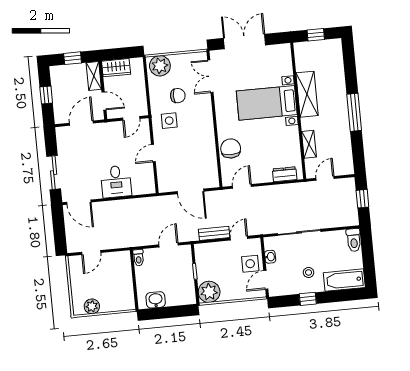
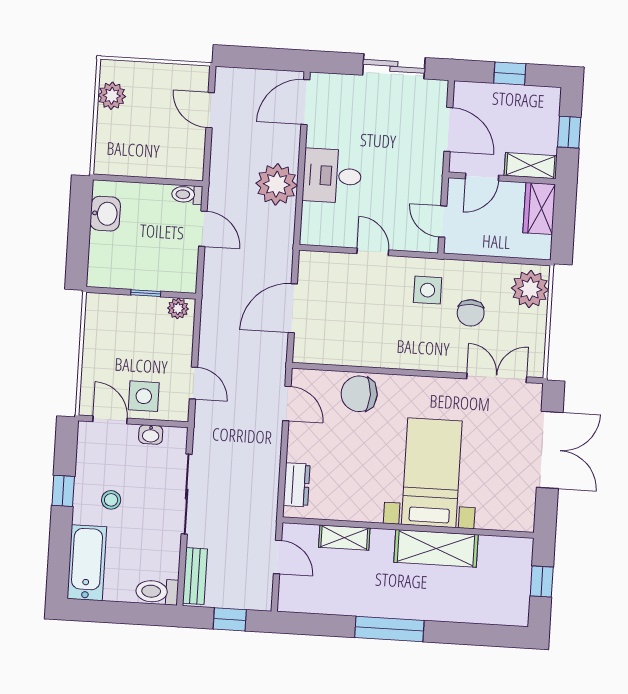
chair: (231, 148) -> (359, 394), turned 180
sliding door: (54, 173) -> (394, 66), moved
plant: (125, 210) -> (277, 184), added
bench: (214, 233) -> (195, 576), moved
door: (169, 245) -> (203, 229), moved
plant: (209, 292) -> (178, 308), moved, width x0.53, depth x0.53

